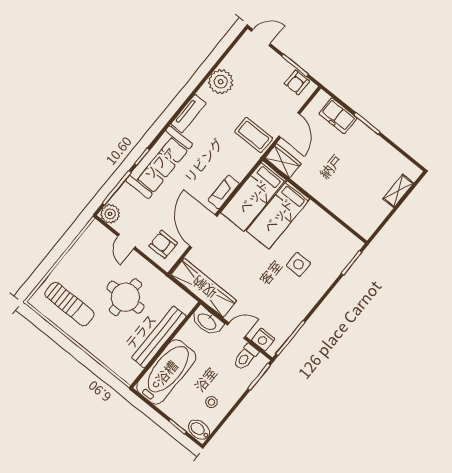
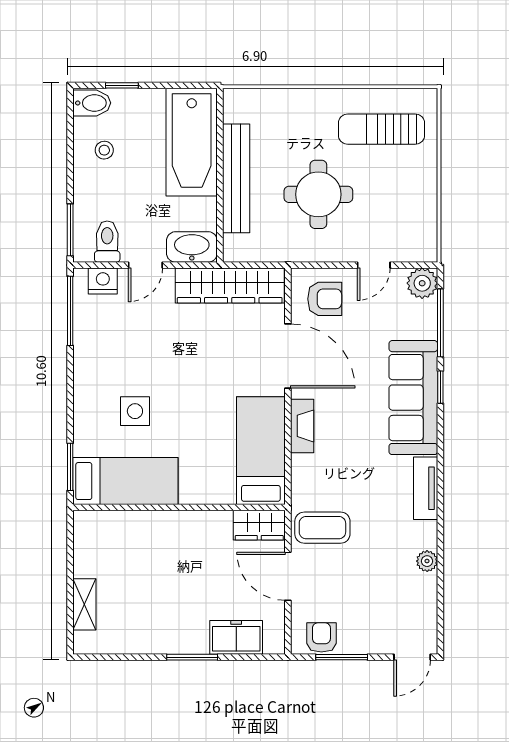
plant: (221, 82) -> (427, 561), width x0.53, depth x0.53
bed: (278, 215) -> (125, 481), moved, turned 90
door: (126, 242) -> (374, 265), swing flipped

